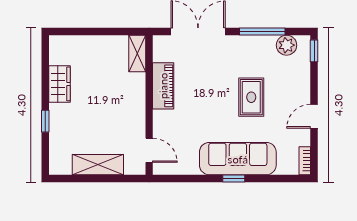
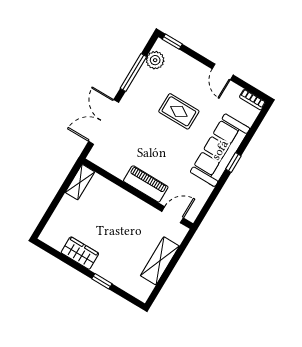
shelving: (137, 54) -> (80, 182), moved, turned 90
piano: (163, 86) -> (146, 184), moved

